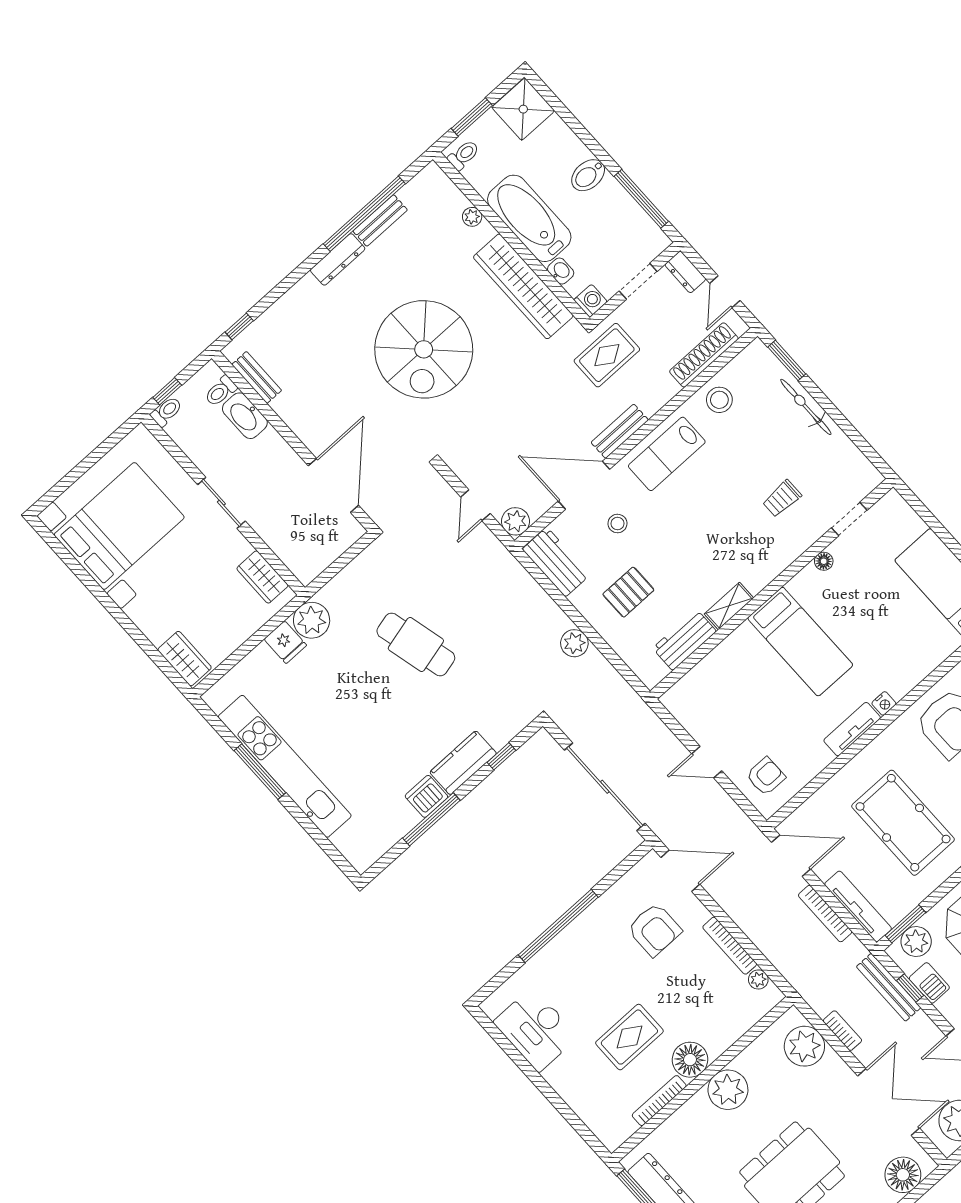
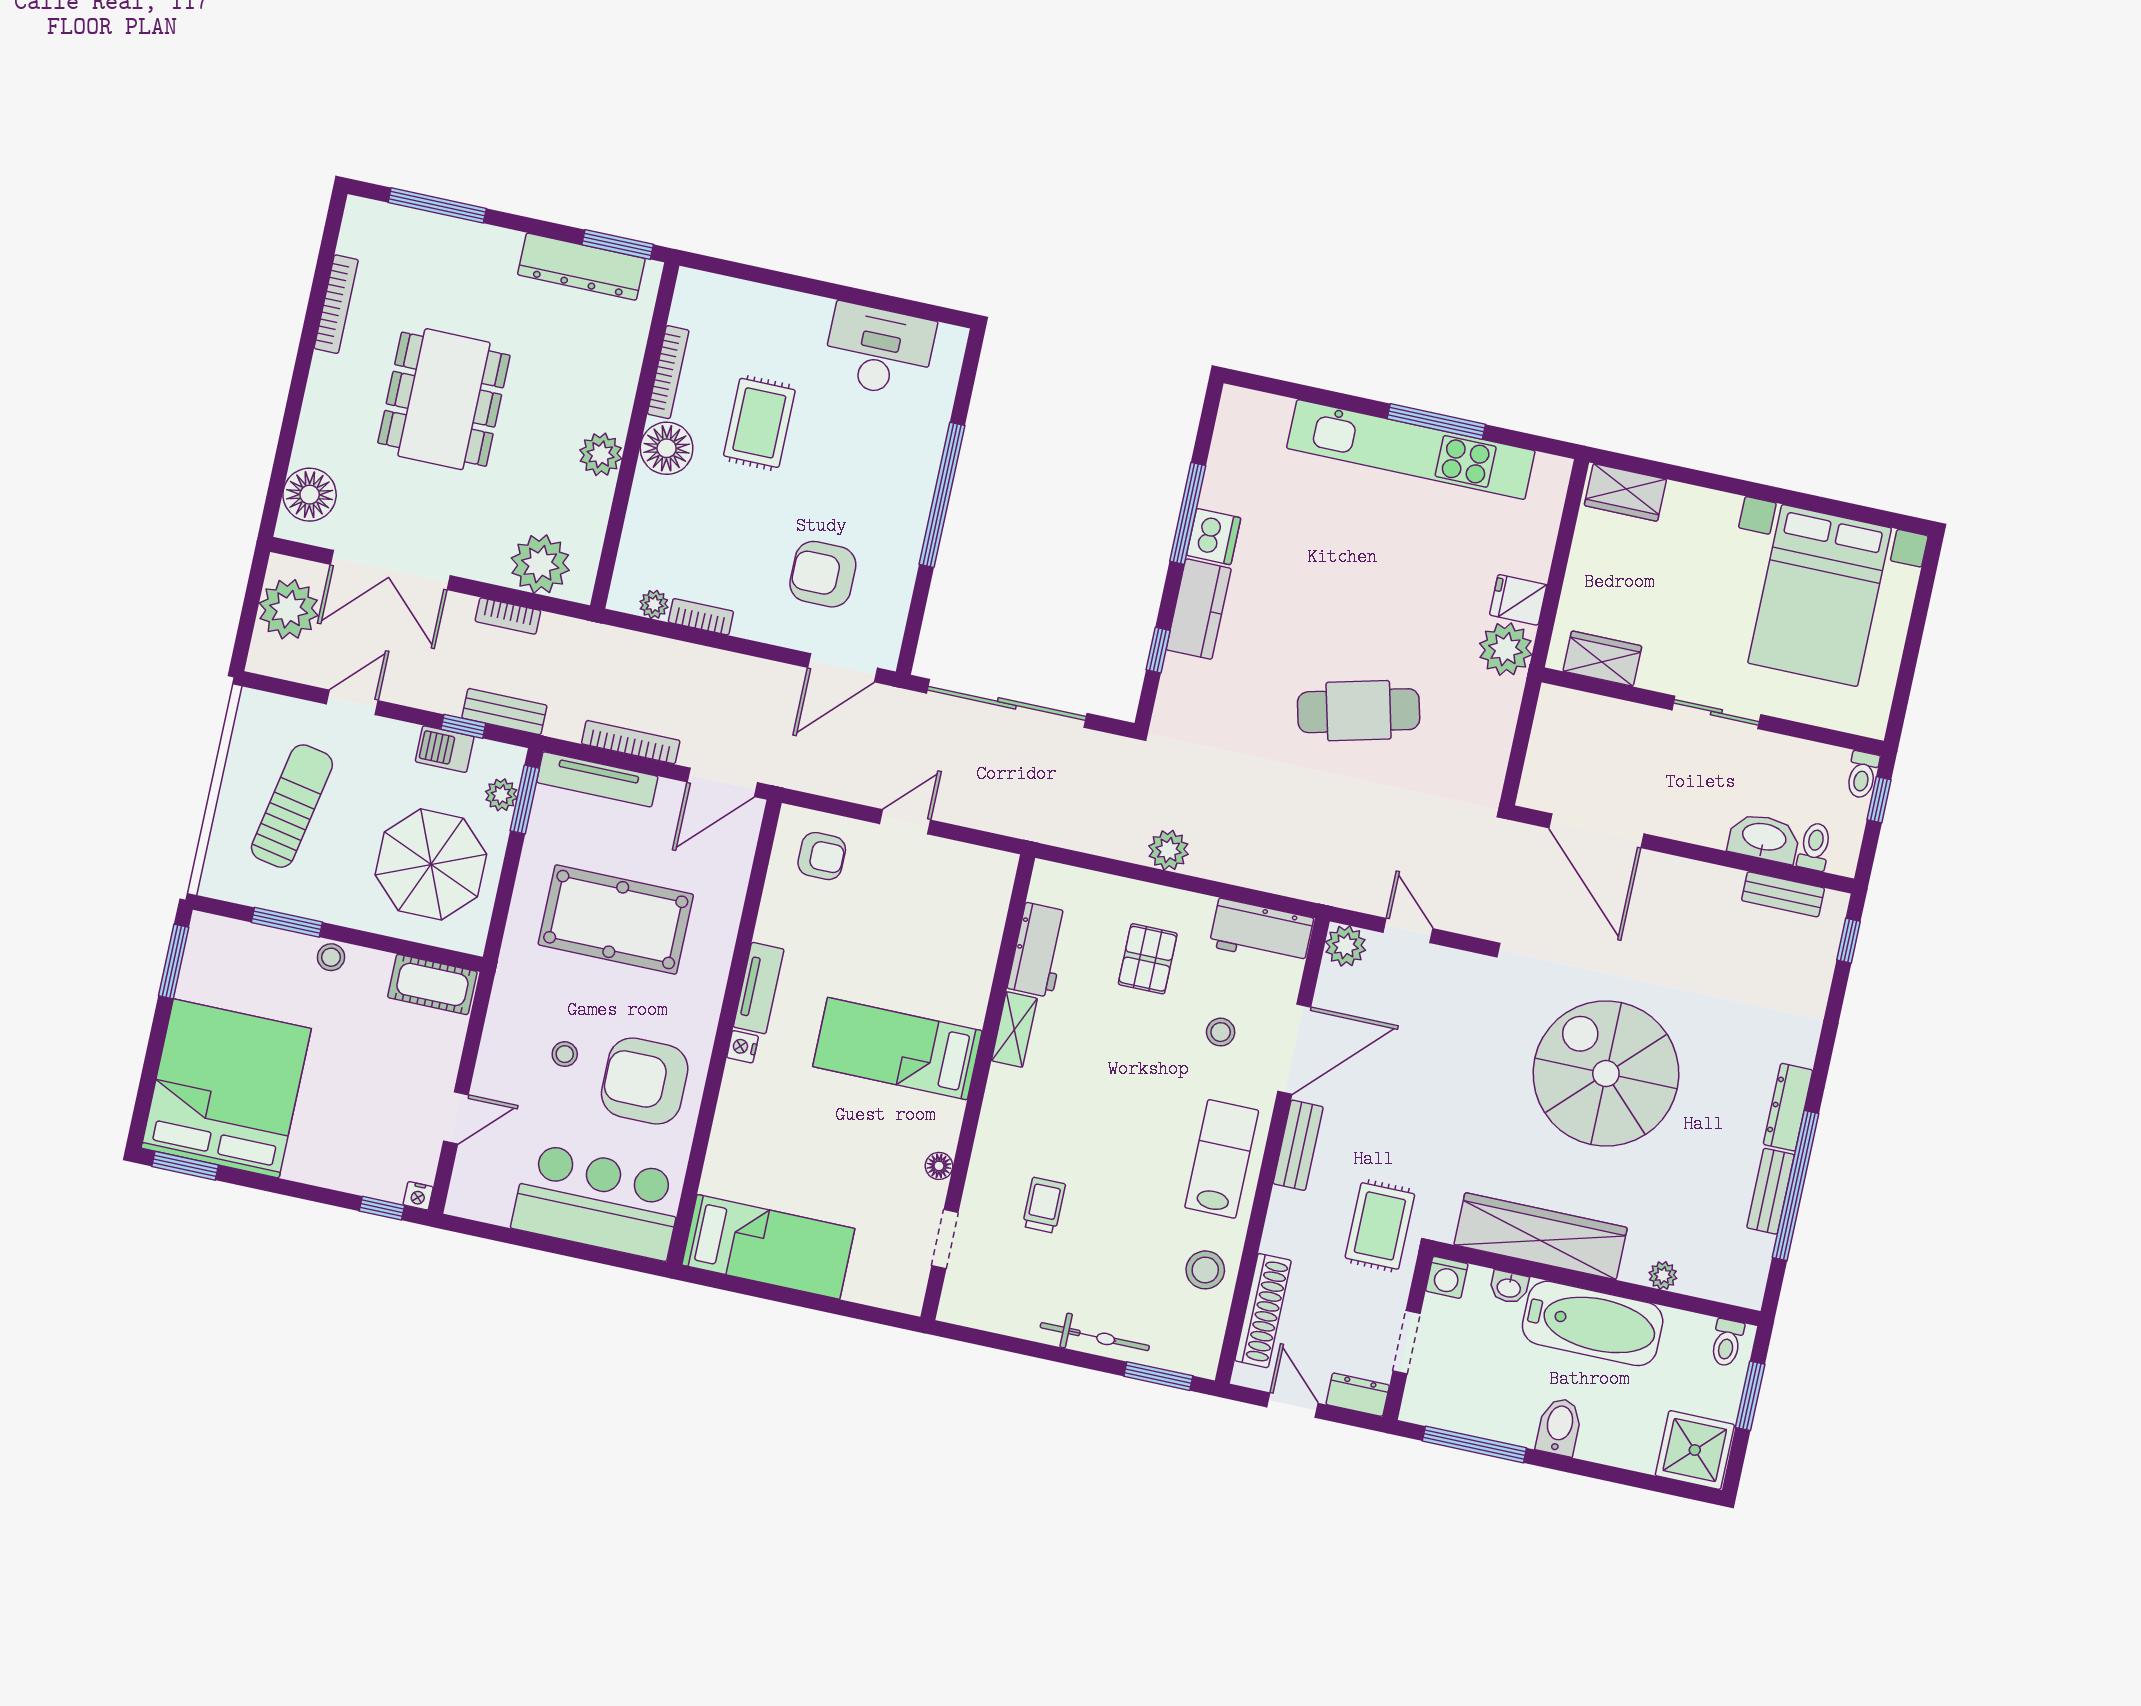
armchair: (766, 776) -> (822, 856), turned -90
plant: (916, 941) -> (501, 795), width x0.73, depth x0.73
bookcase: (730, 946) -> (701, 617), width x0.64
bench: (889, 987) -> (504, 712), width x0.73
plant: (728, 1090) -> (601, 454), width x0.73, depth x0.73

